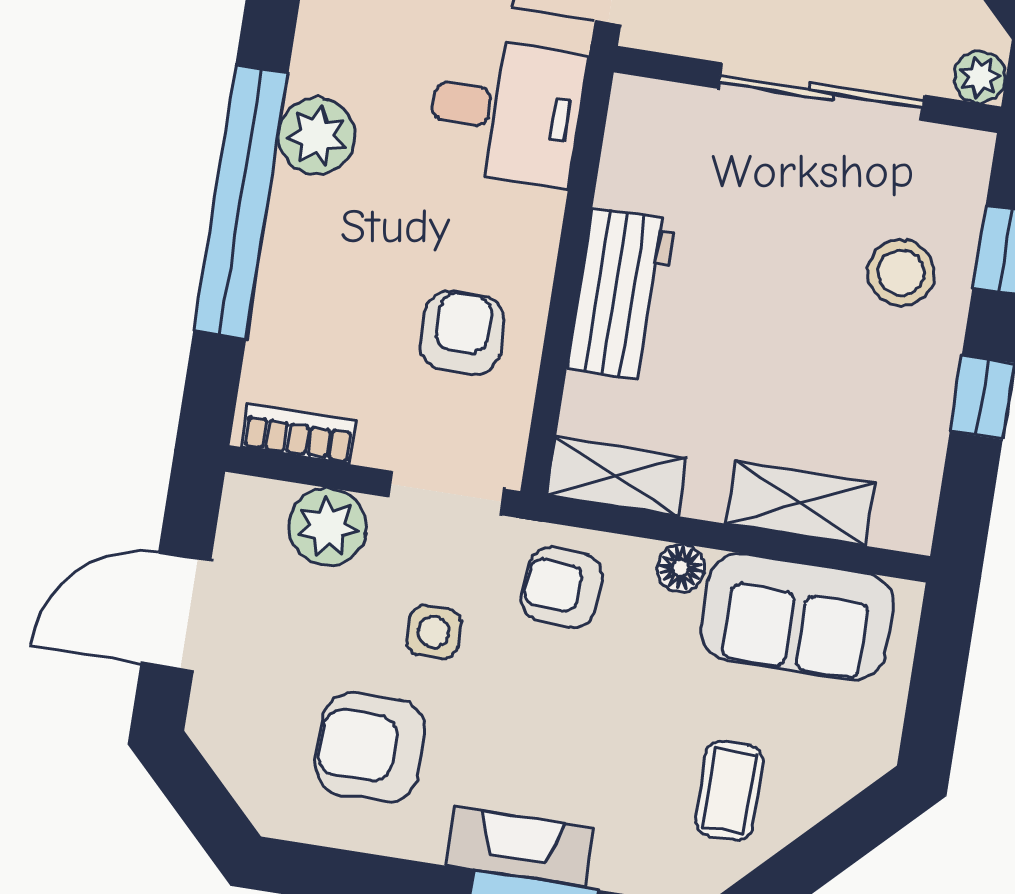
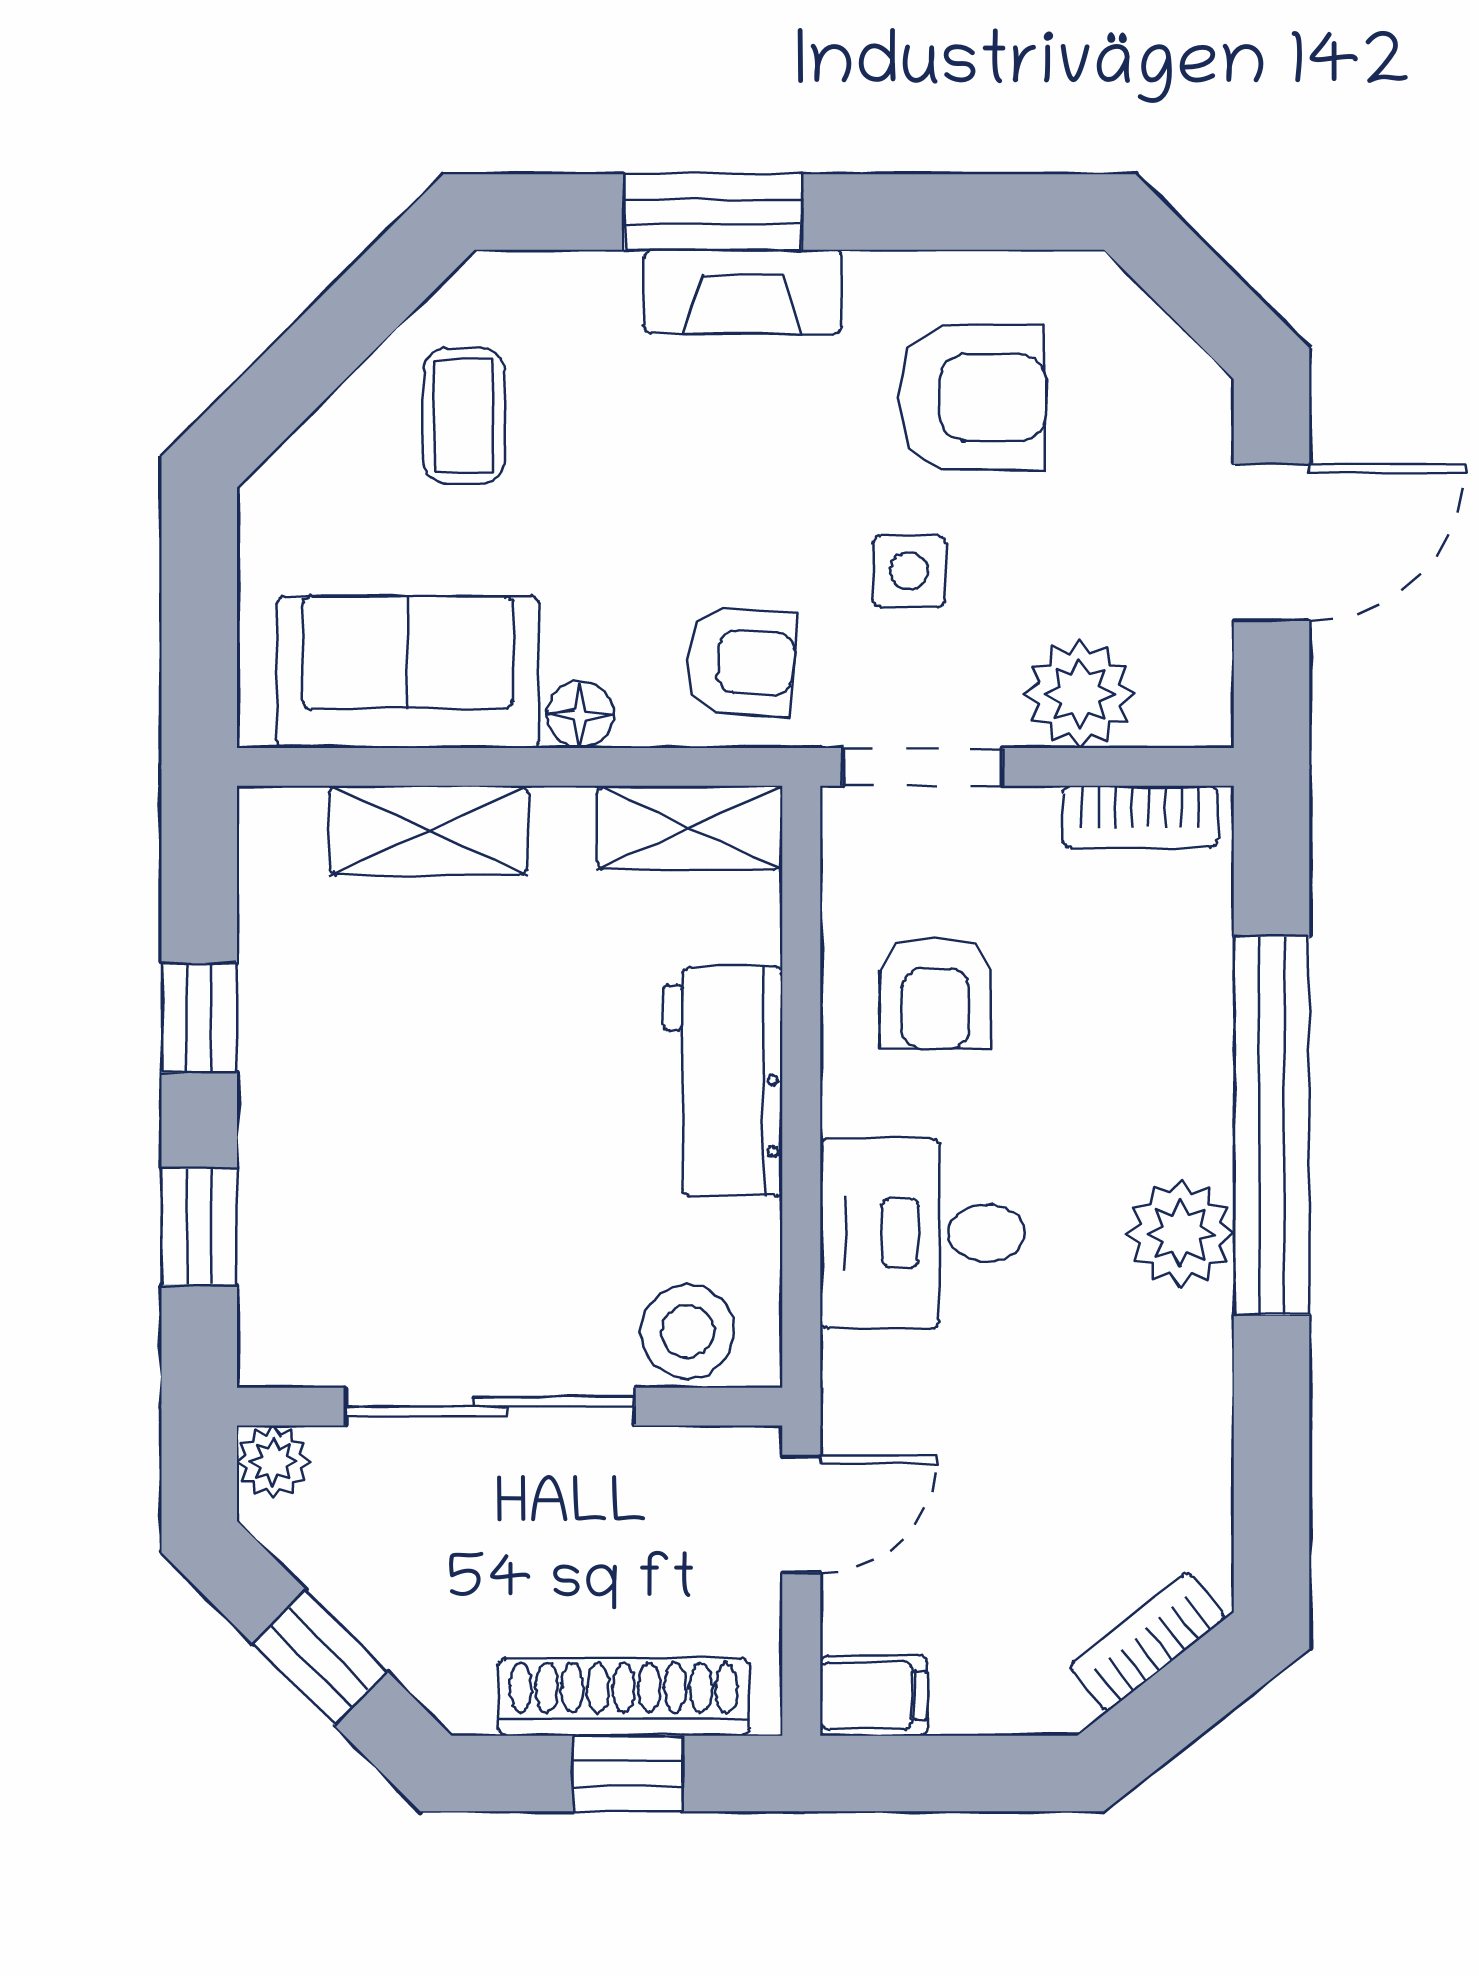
desk: (506, 111) -> (923, 1233), moved
stool: (901, 273) -> (688, 1332), moved

